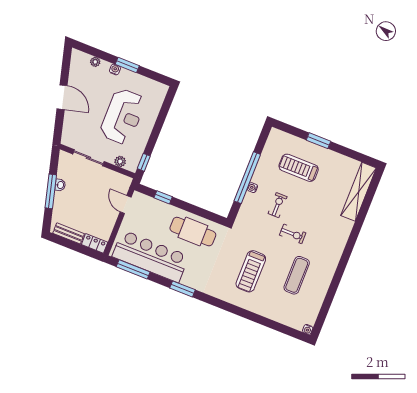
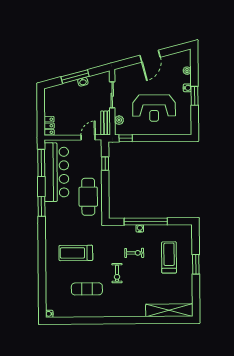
bench: (69, 233) -> (106, 123), moved

